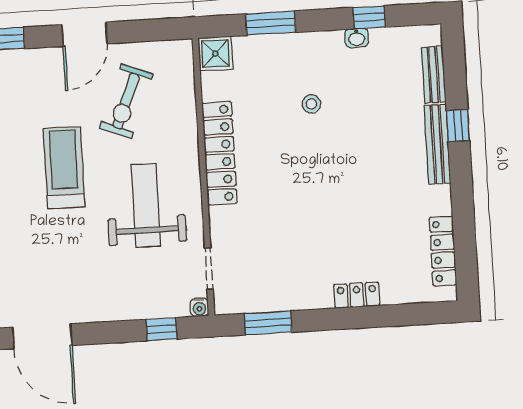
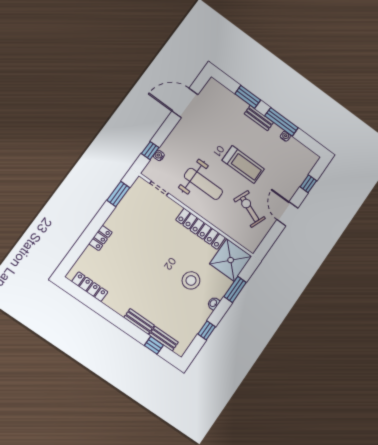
washbasin: (357, 38) -> (213, 303), moved
shower: (215, 54) -> (231, 260), width x1.86, depth x1.86
stool: (311, 104) -> (191, 280), width x1.89, depth x1.89
window: (458, 126) -> (154, 345), moved
bench: (437, 144) -> (139, 321), width x0.73
water cooler: (199, 307) -> (159, 155), moved

